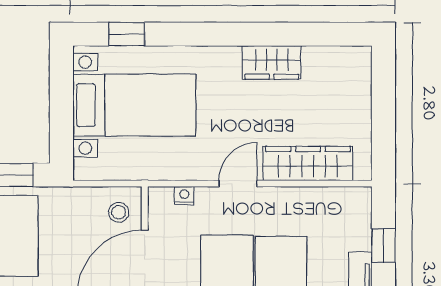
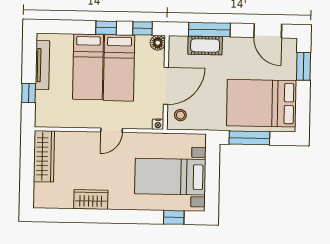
wardrobe: (308, 163) -> (44, 156), moved, turned -90
nightstand: (184, 196) -> (158, 124), moved

